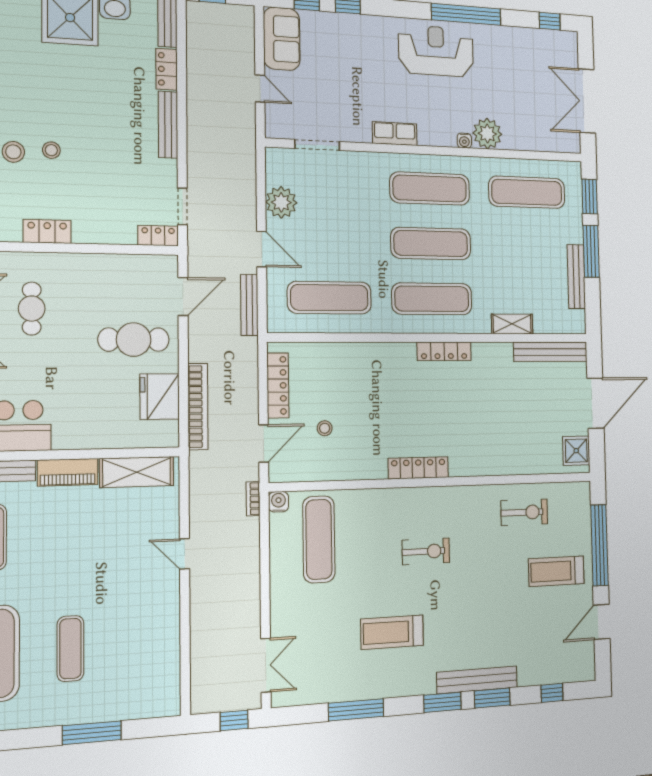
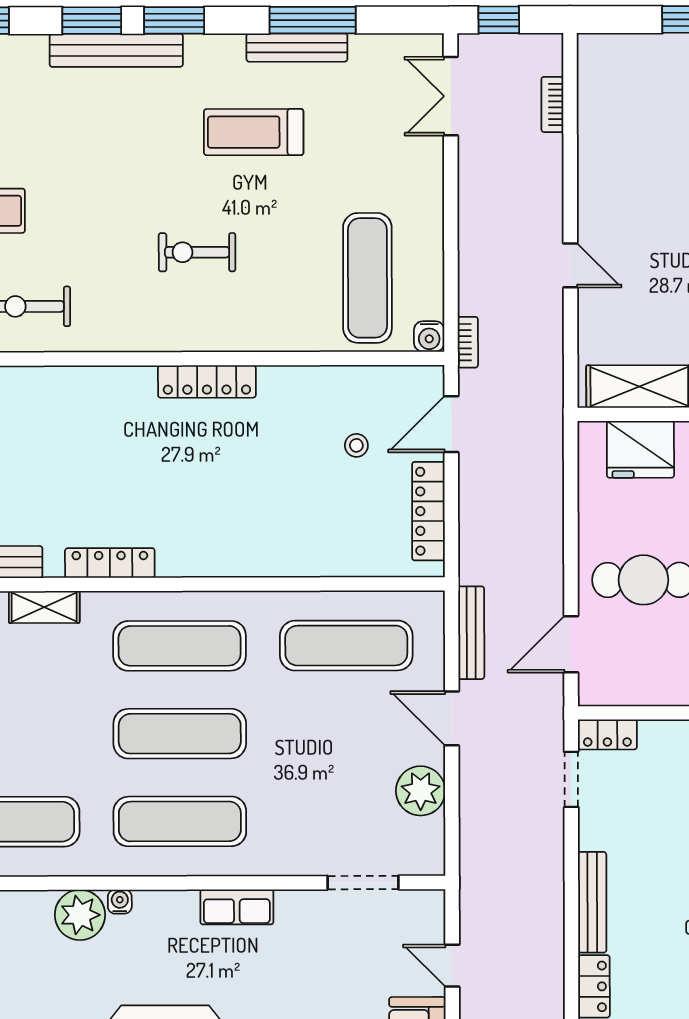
locker: (444, 351) -> (110, 563), moved
fridge: (160, 397) -> (640, 449), moved, turned 90
bookcase: (198, 407) -> (552, 104), moved, width x0.43, depth x0.76
treadmill: (392, 632) -> (254, 132), turned 180
bench: (366, 691) -> (297, 48), added

